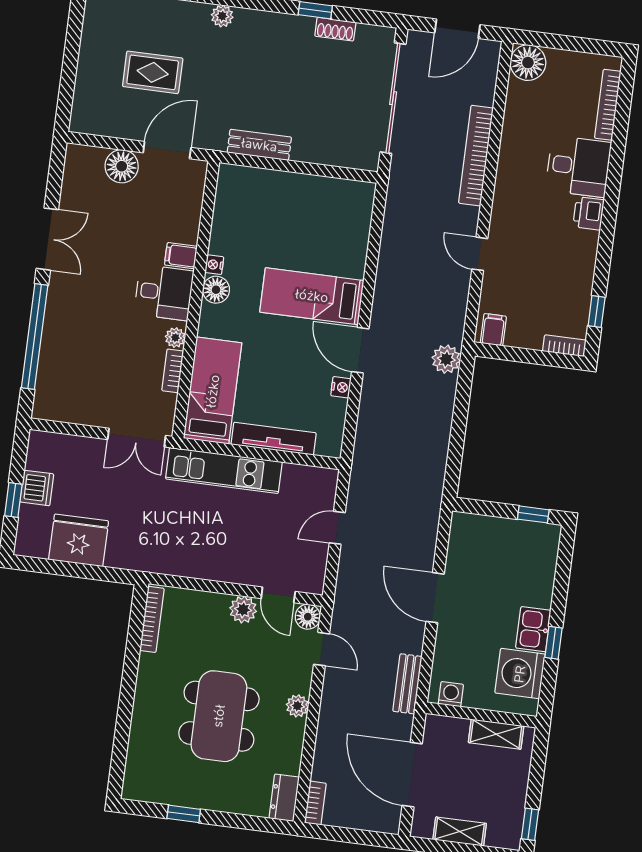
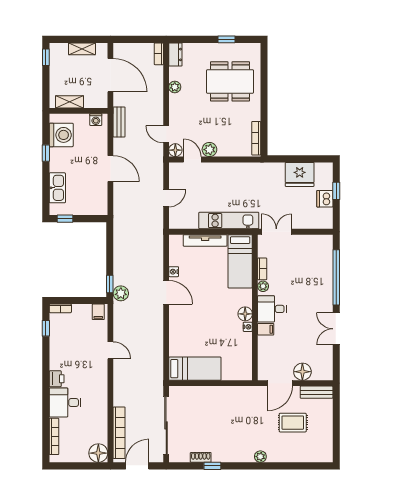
bench: (259, 145) -> (317, 392), moved
bookcase: (476, 156) -> (119, 433), moved
bed: (312, 296) -> (195, 369), moved
window: (465, 379) -> (110, 284), added
kitchen sink: (533, 629) -> (57, 188), moved, width x1.38
plant: (297, 706) -> (175, 87), moved
dining table: (219, 716) -> (230, 81), moved, turned 90

